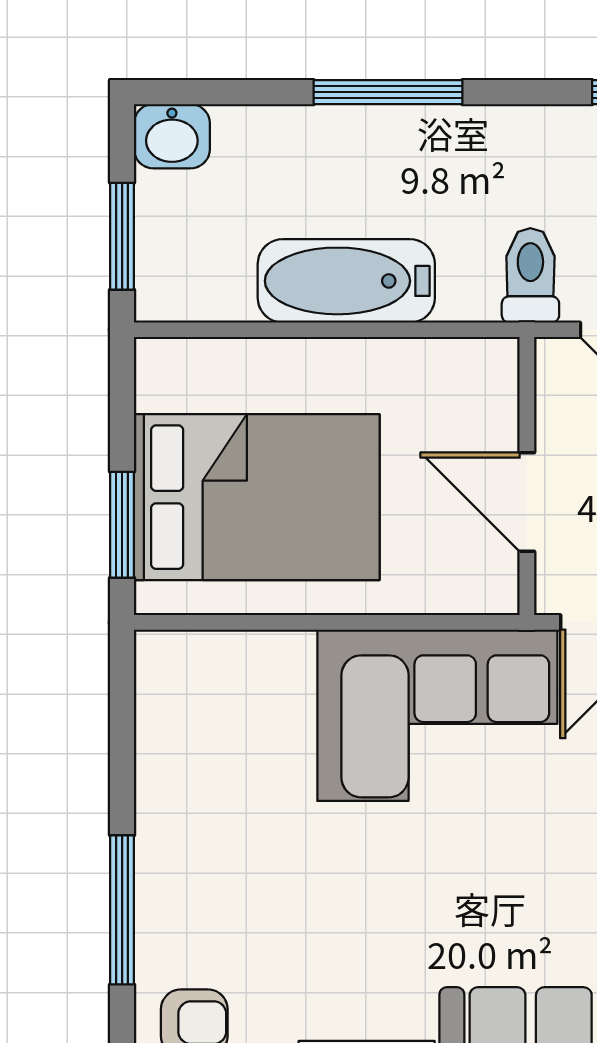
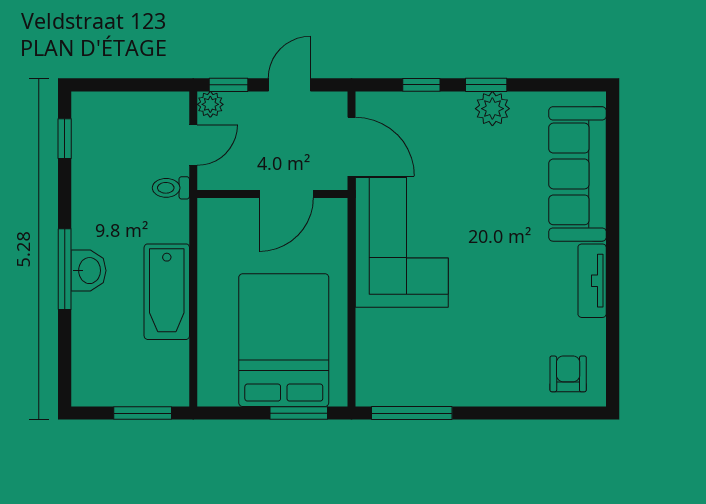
washbasin: (172, 136) -> (89, 271), moved
toilet: (530, 275) -> (171, 188), width x0.73, depth x0.72
window: (122, 910) -> (412, 413), moved

